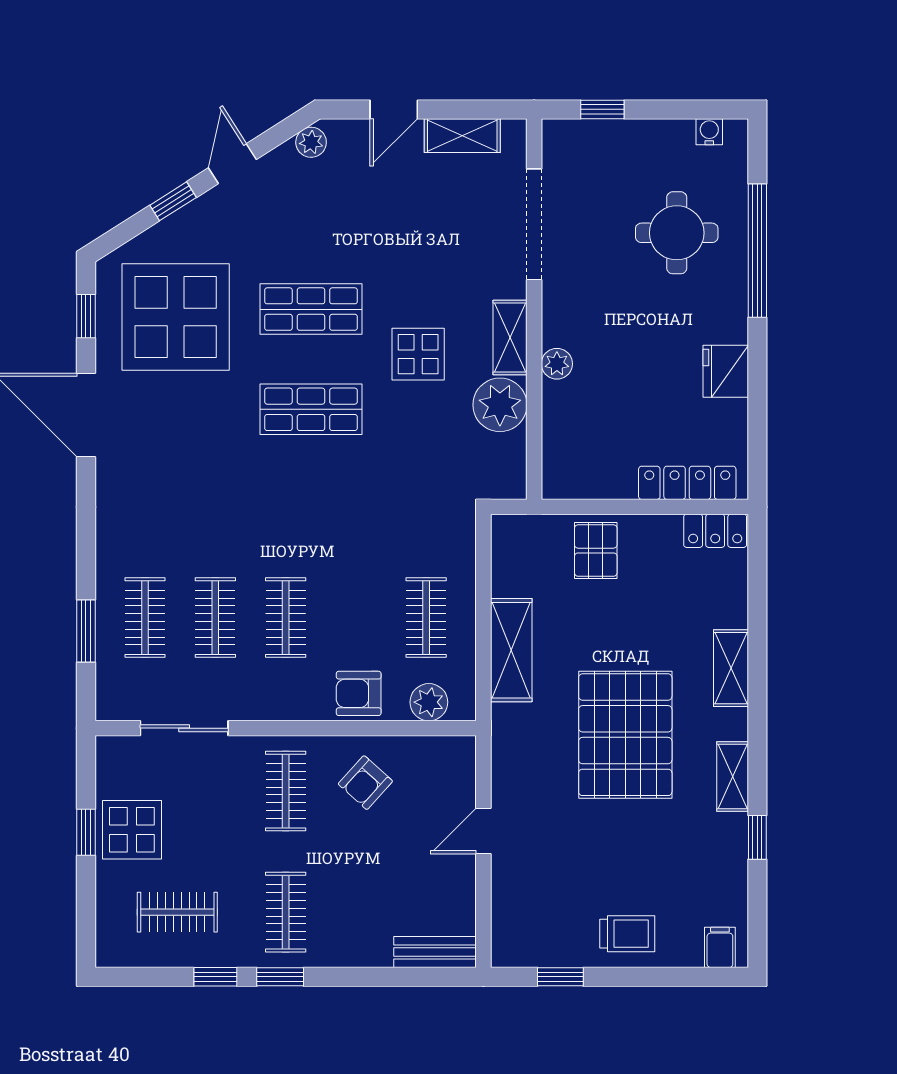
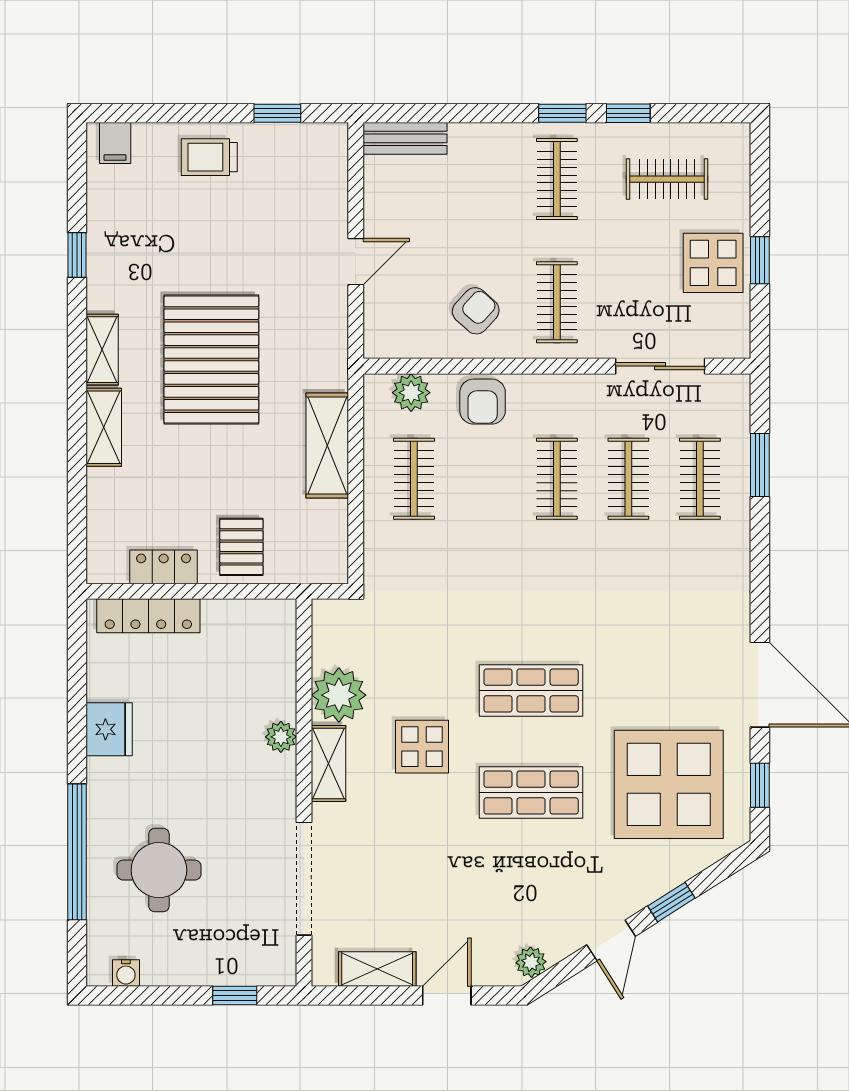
locker: (715, 531) -> (164, 567), moved
armchair: (359, 693) -> (483, 402), turned 90
shelving: (733, 776) -> (102, 350), moved

